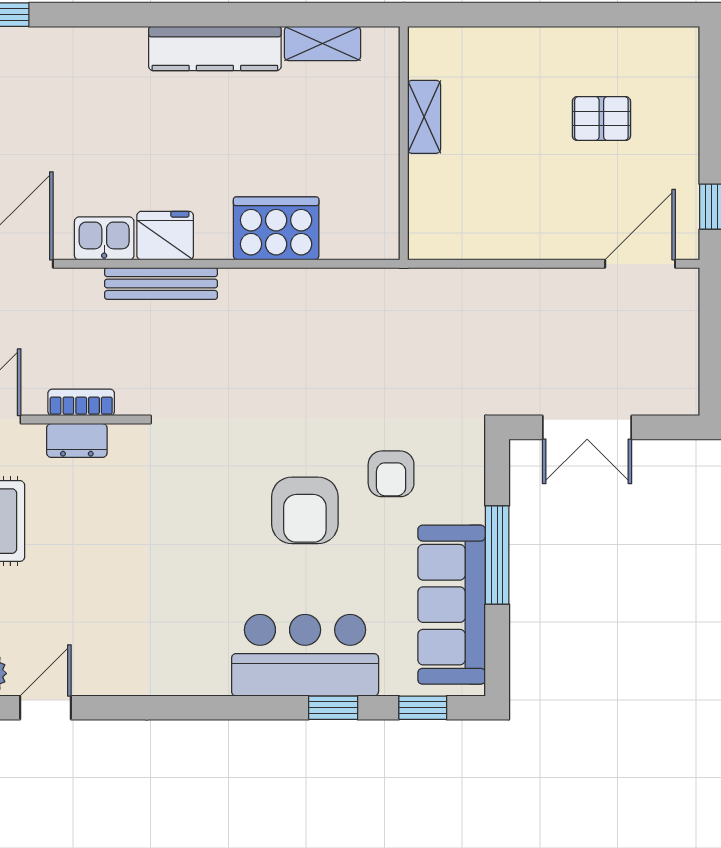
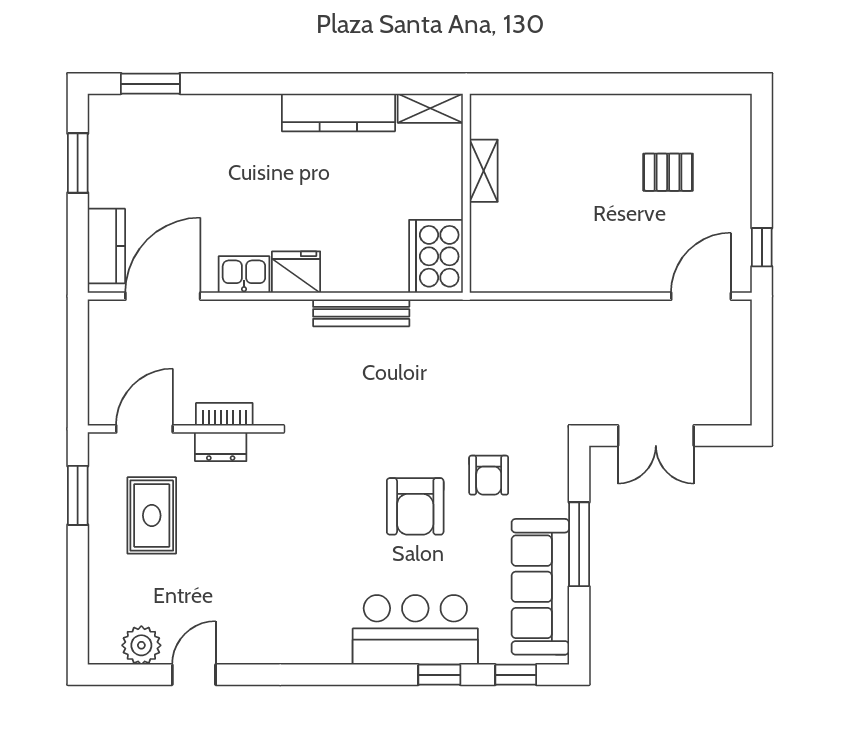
shelving: (424, 117) -> (484, 171), moved
wall: (404, 143) -> (466, 193), moved
cooker: (276, 228) -> (436, 256), moved, turned -90
bench: (161, 284) -> (361, 313), moved

